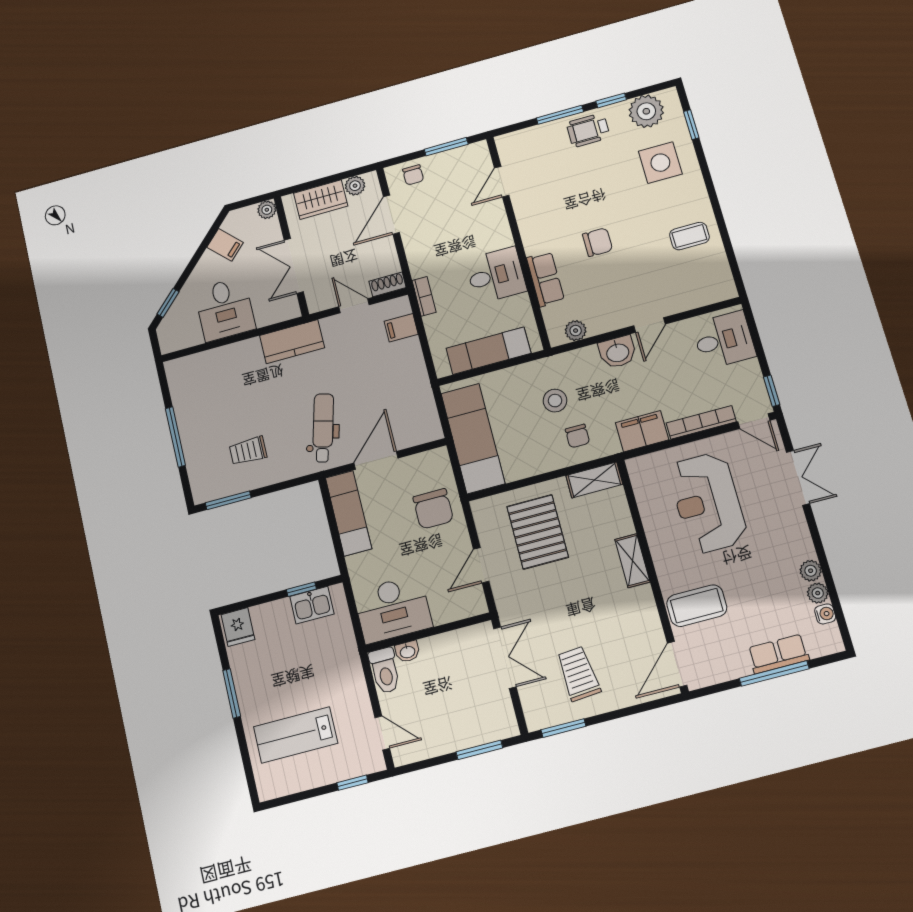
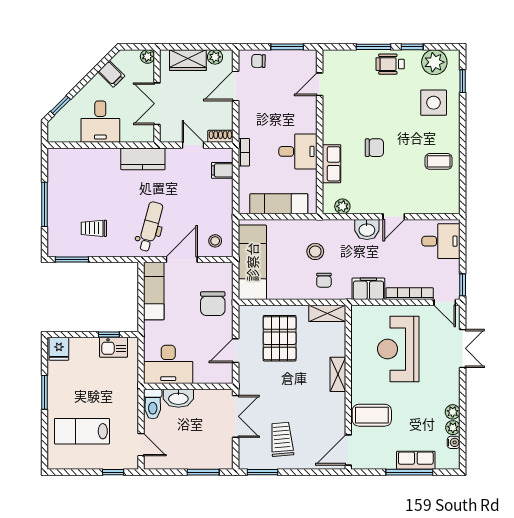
chair: (413, 175) -> (258, 61), turned 91
stool: (415, 423) -> (215, 241), added
washbasin: (407, 652) -> (178, 398), width x1.91, depth x1.45

